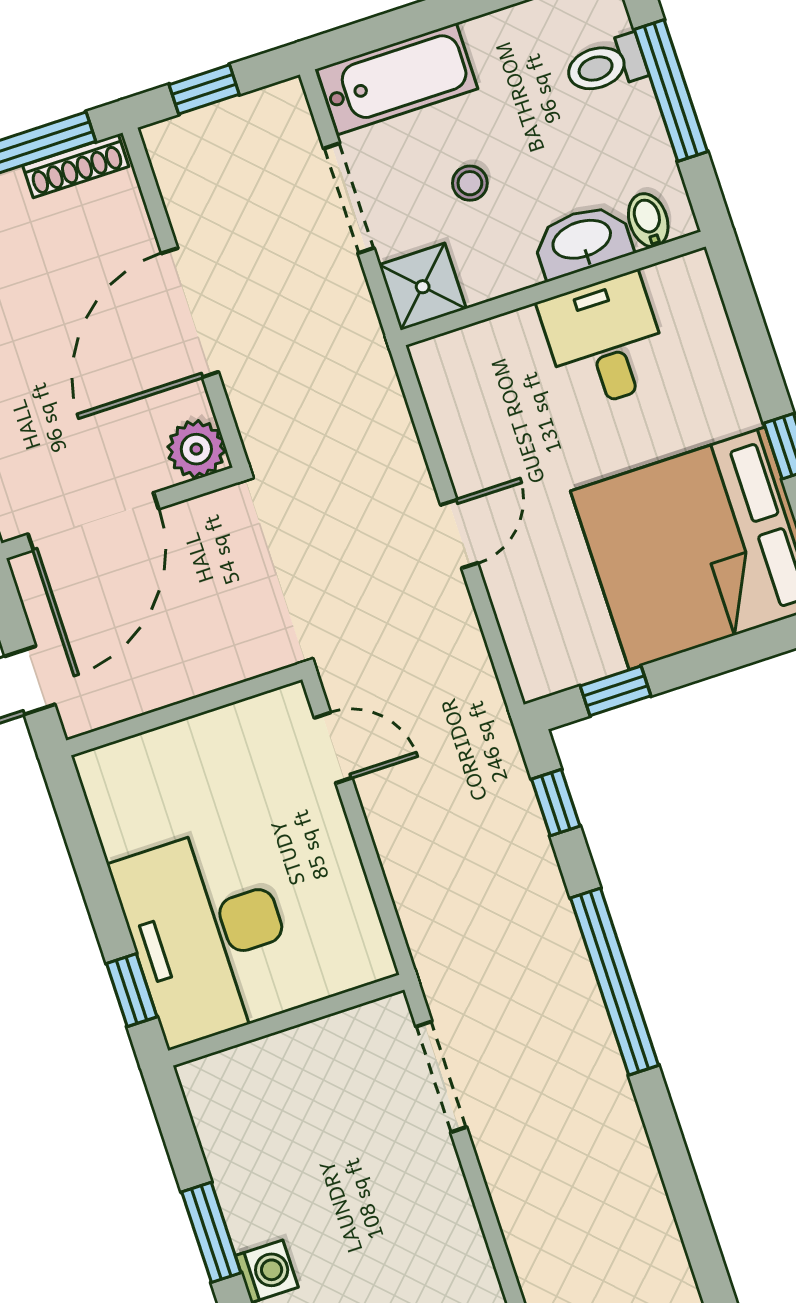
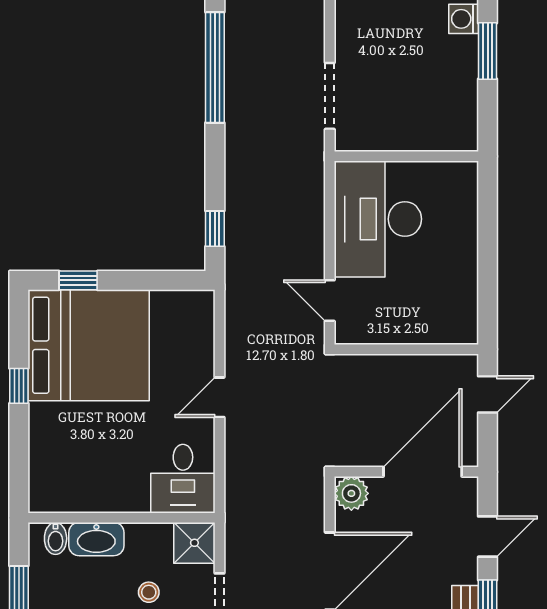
desk: (605, 341) -> (183, 479), moved
window: (615, 691) -> (78, 280), moved
desk: (207, 934) -> (378, 219), moved, turned 180
window: (615, 982) -> (215, 67), moved
window: (132, 990) -> (488, 202), removed

